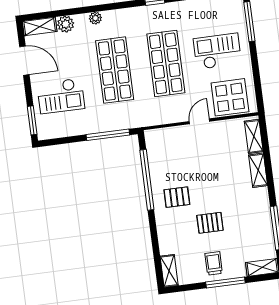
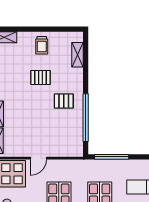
shelving: (169, 271) -> (77, 55), moved
window: (225, 283) -> (34, 29), removed

